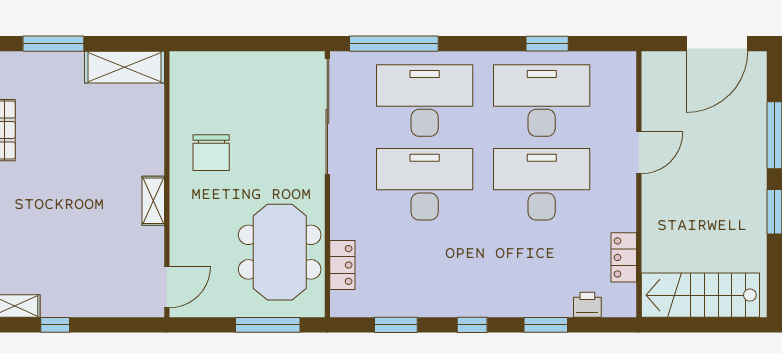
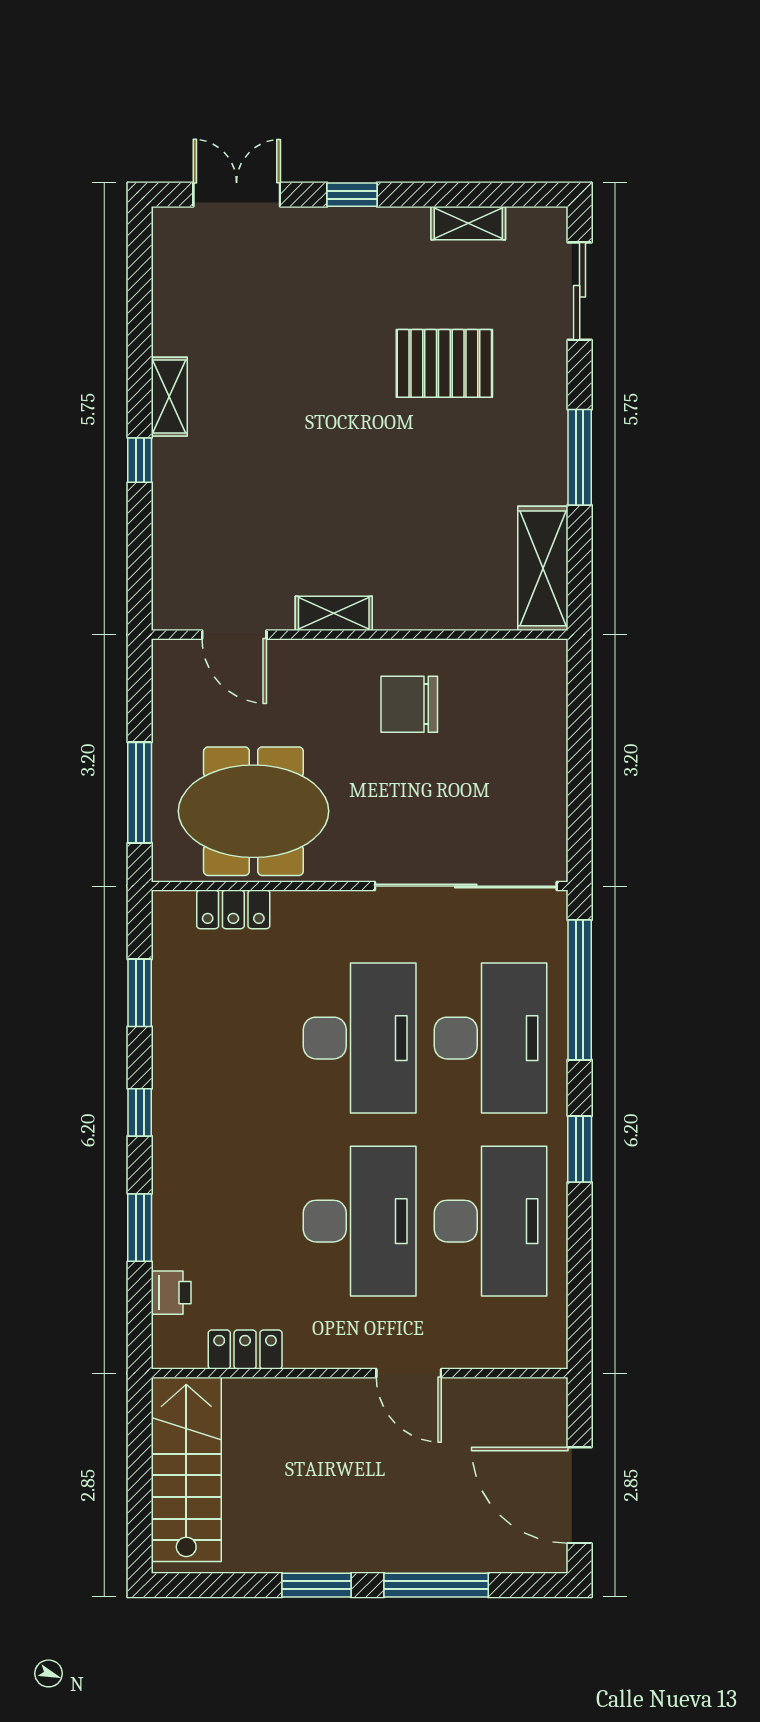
window: (547, 44) -> (580, 1149), moved
door: (167, 287) -> (234, 635), moved

